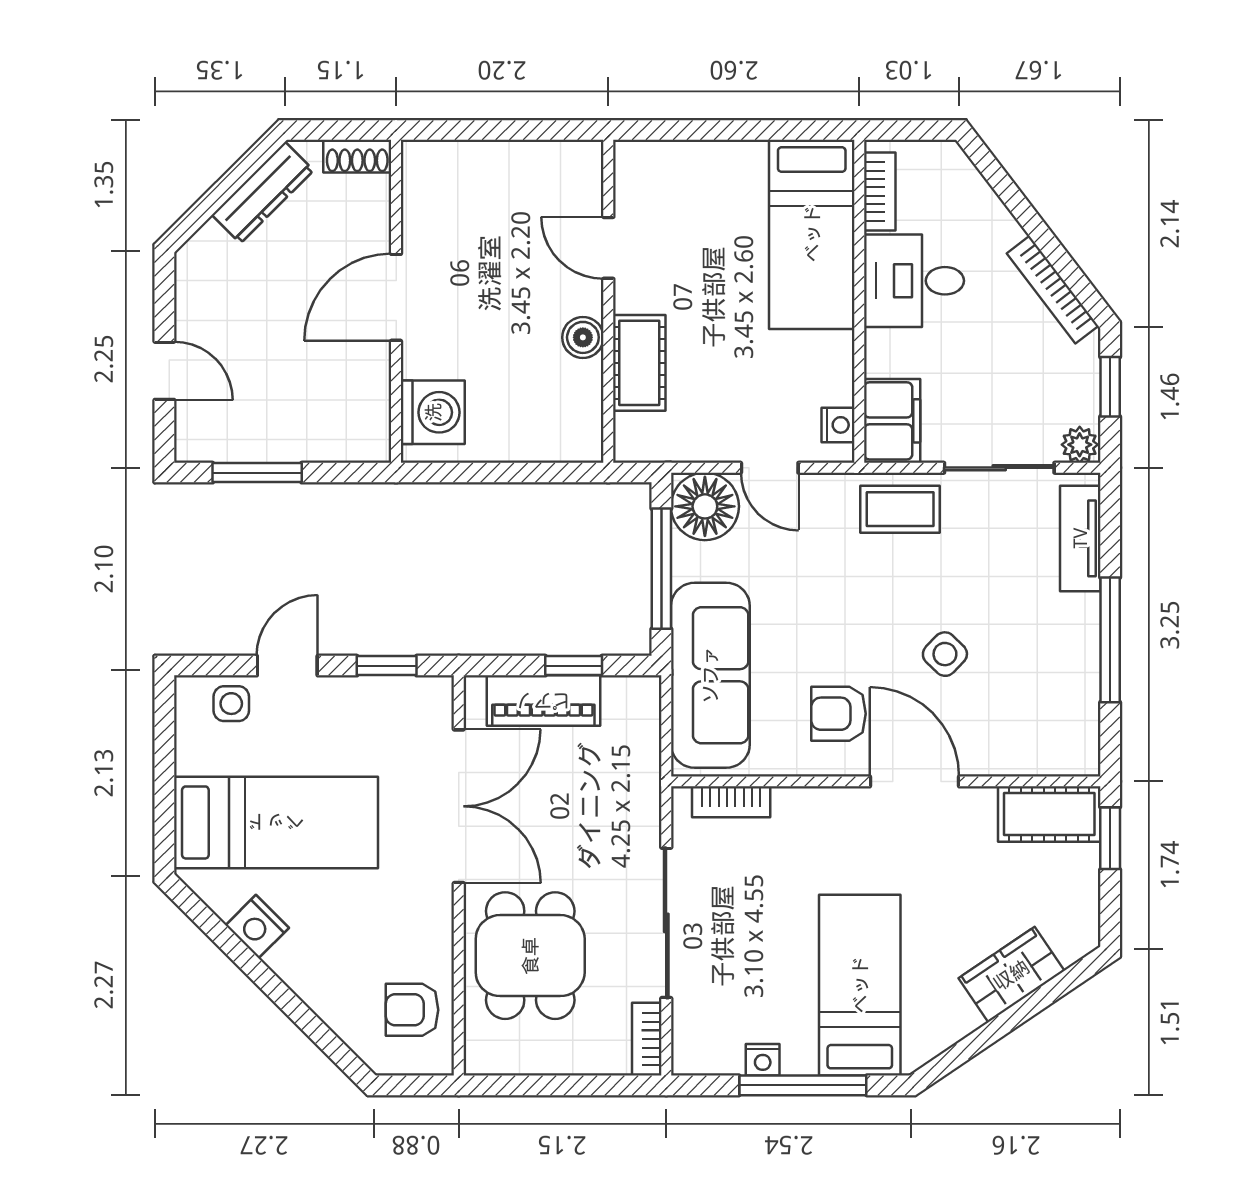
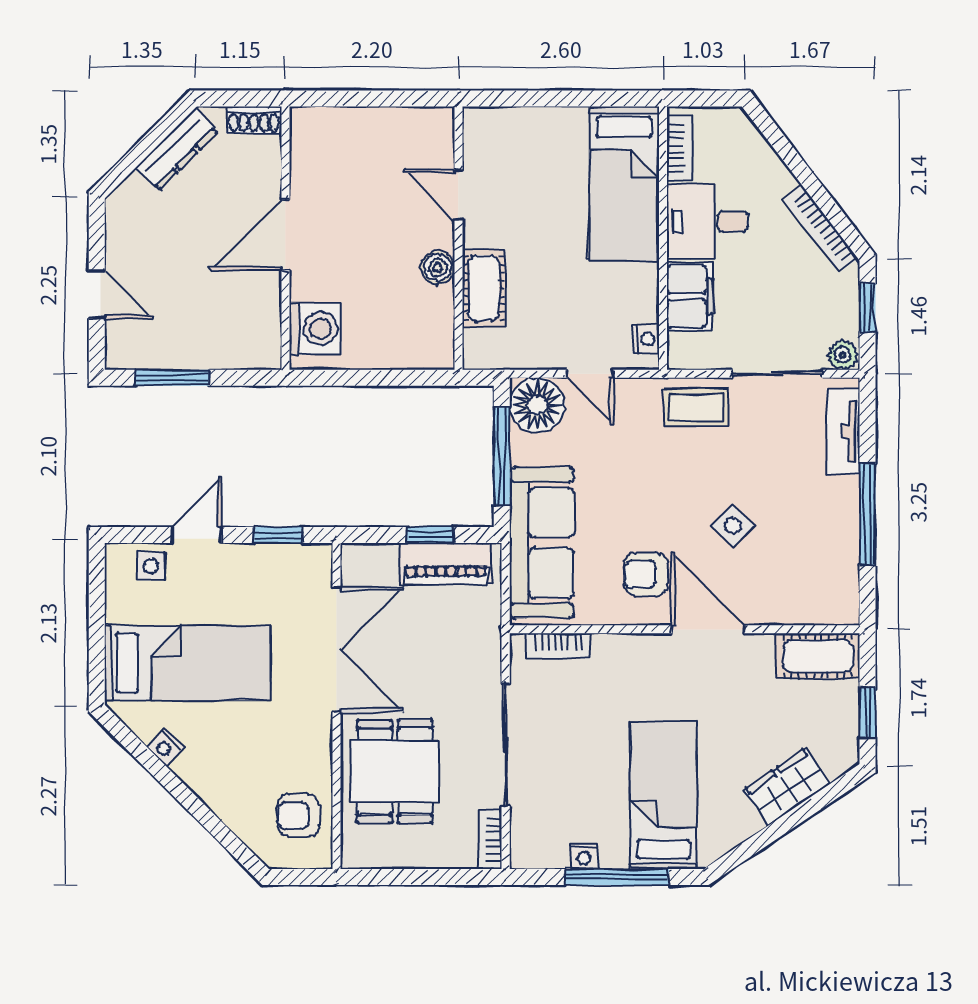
filing cabinet: (892, 421) -> (690, 296), moved
piano: (543, 701) -> (446, 563), moved
window: (1110, 838) -> (867, 712), moved
nightstand: (257, 927) -> (165, 747), width x0.72, depth x0.74

